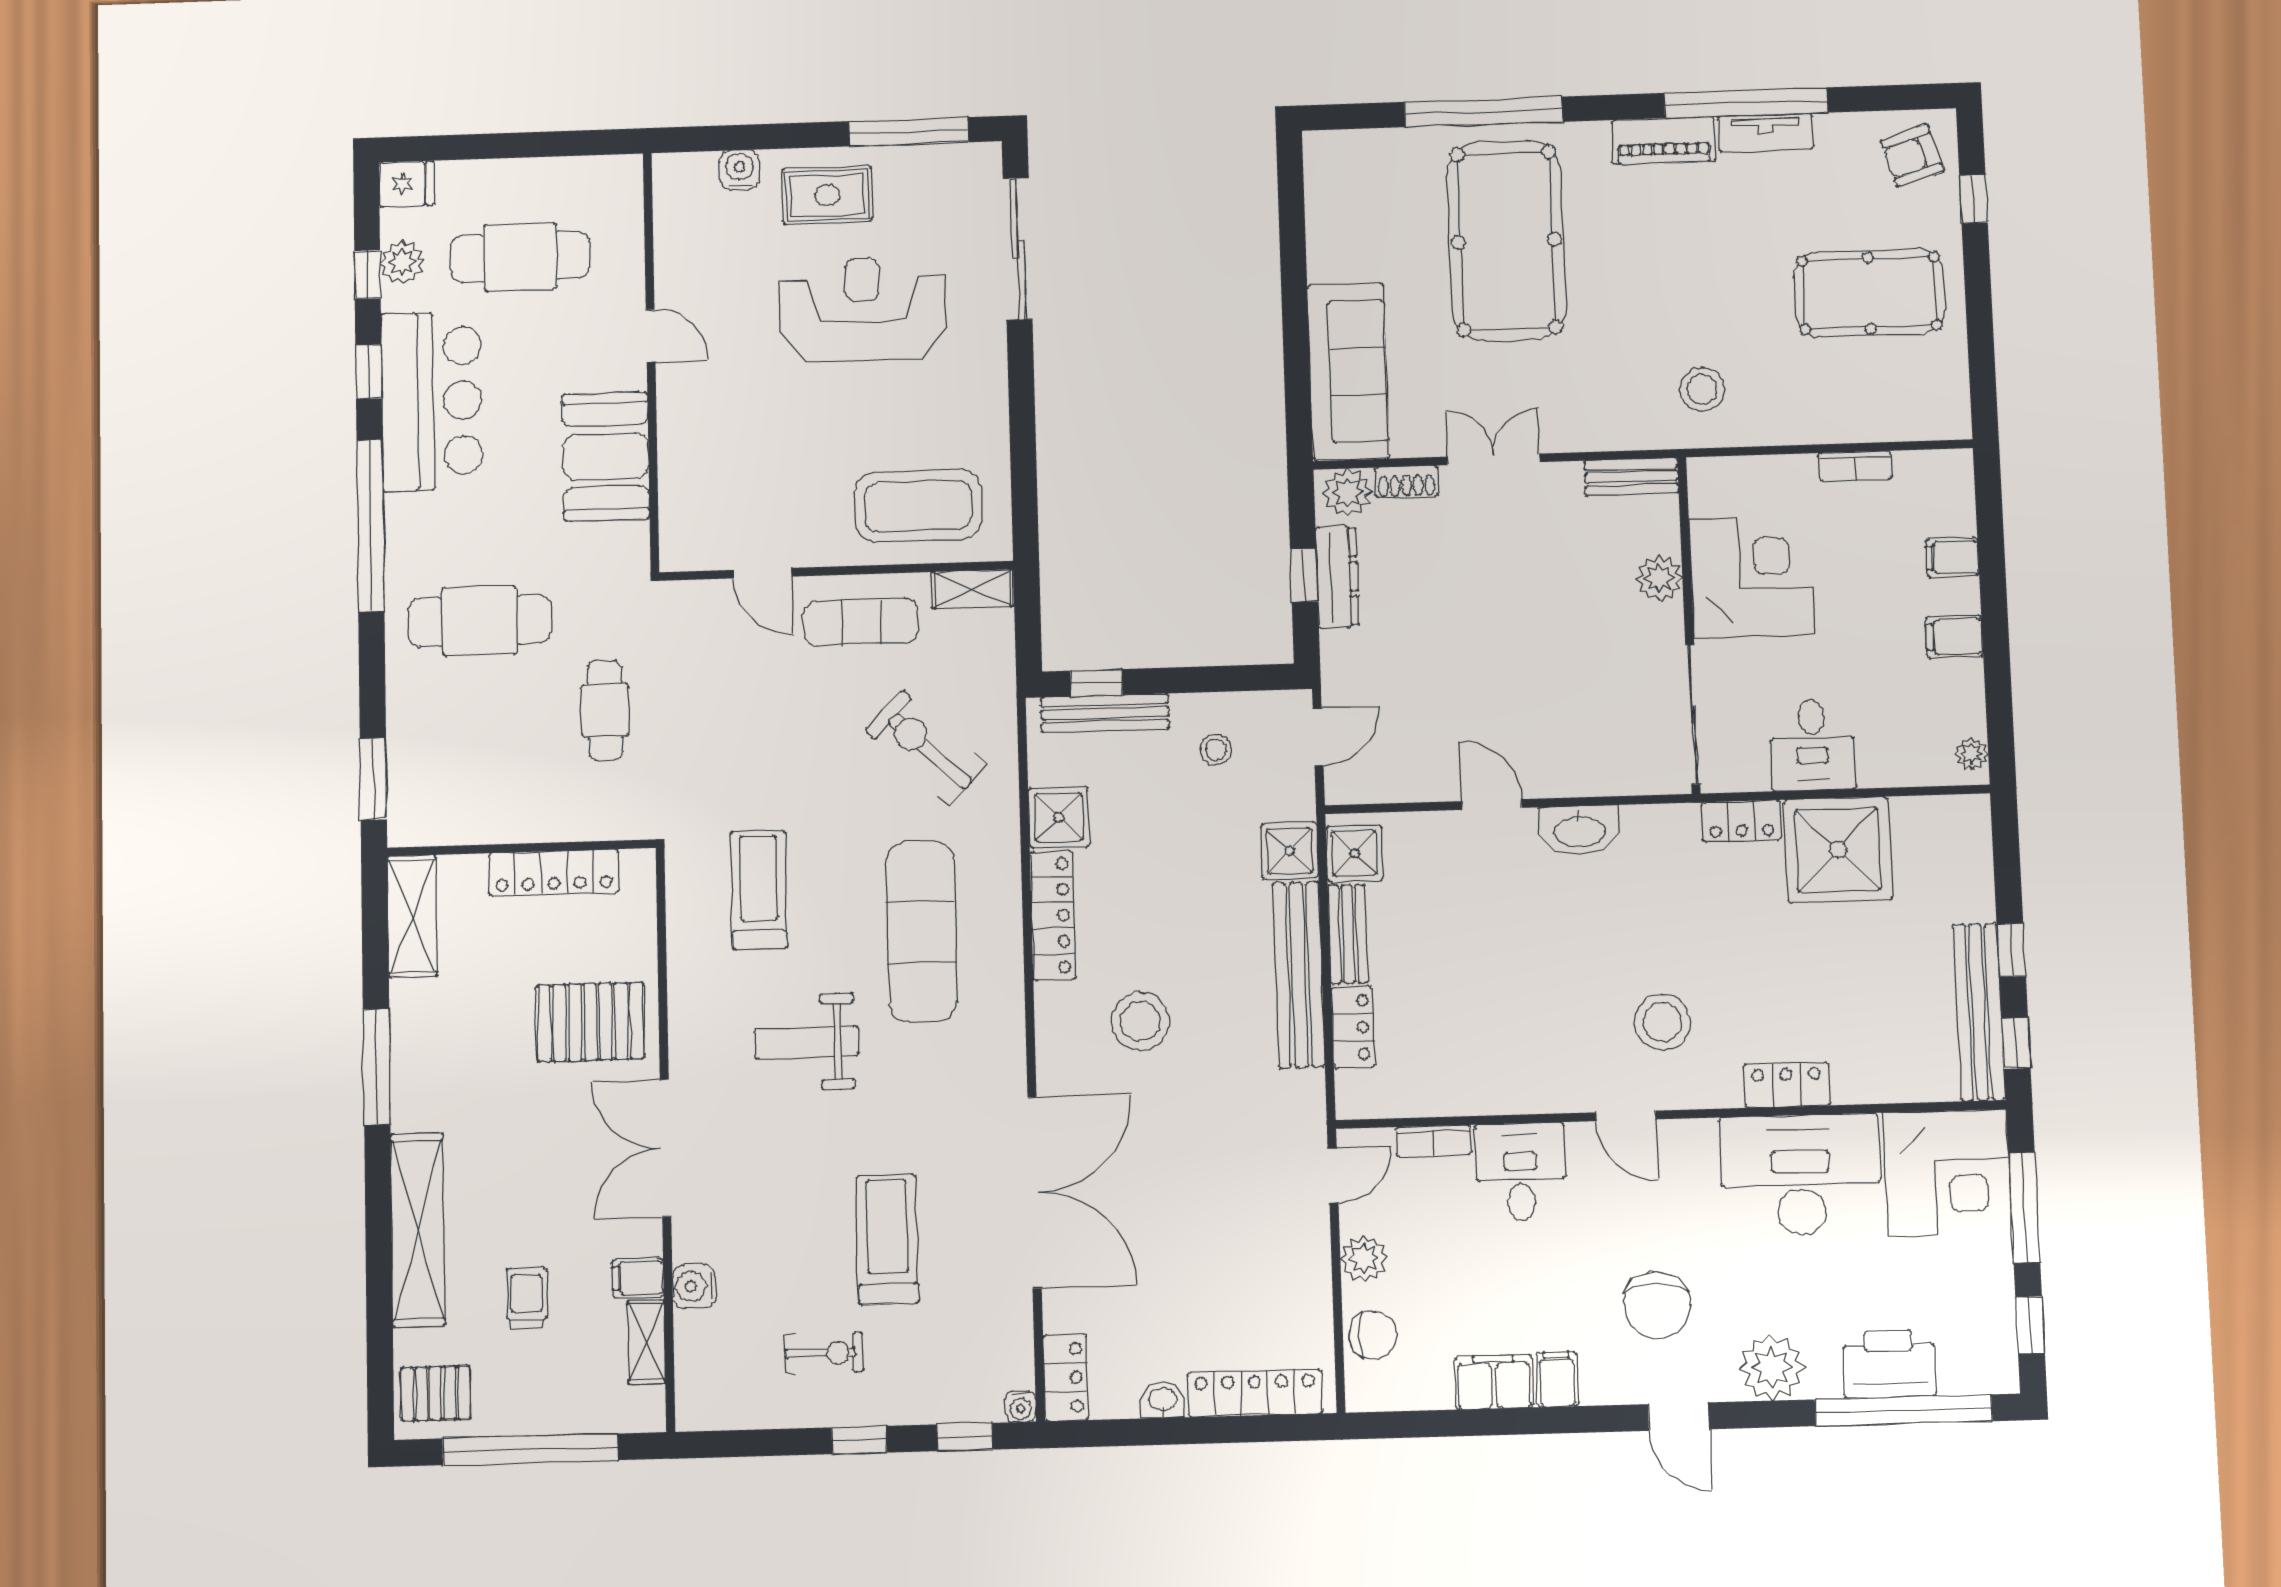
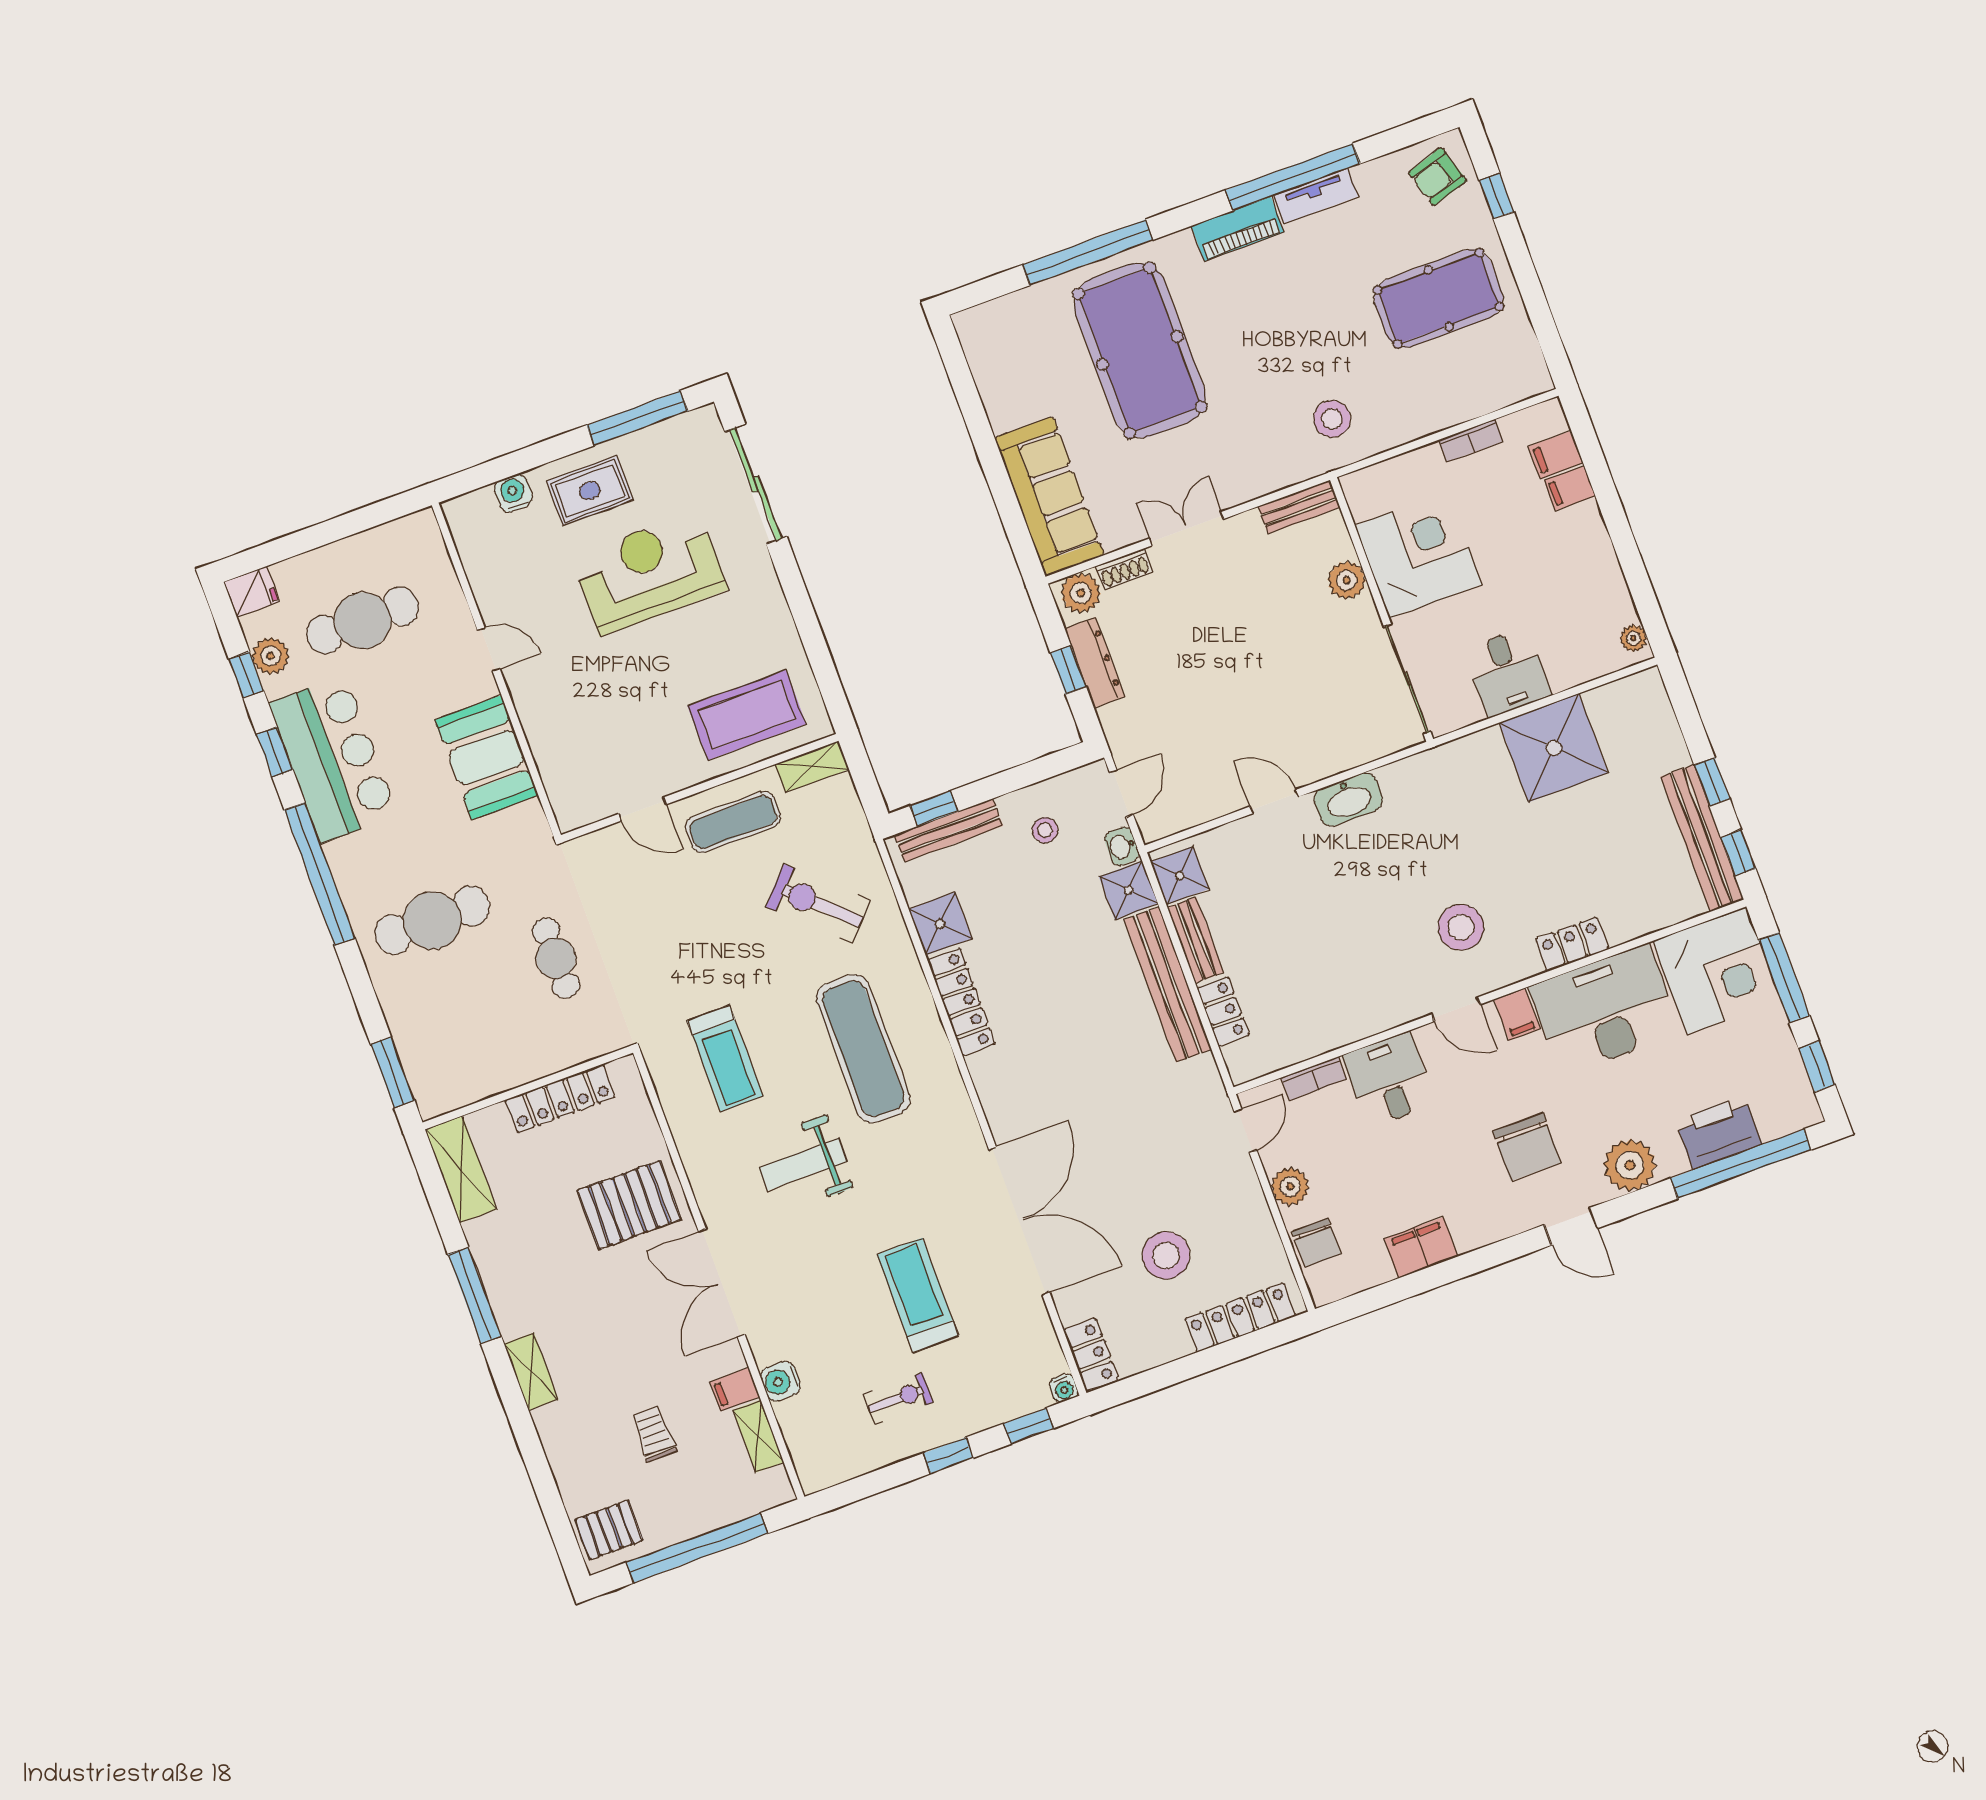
filing cabinet: (1954, 637) -> (1556, 455), moved
locker: (1741, 821) -> (1472, 750), removed
treadmill: (759, 890) -> (725, 1058), turned 180
stool: (1140, 1021) -> (1166, 1255), moved
shelving: (418, 1230) -> (531, 1372), width x0.45, depth x0.75
chair: (1373, 1335) -> (1317, 1243), turned 90
filing cabinet: (1557, 1379) -> (1517, 1014), moved, turned 180
washbasin: (1163, 1400) -> (1122, 846), moved, turned -90

